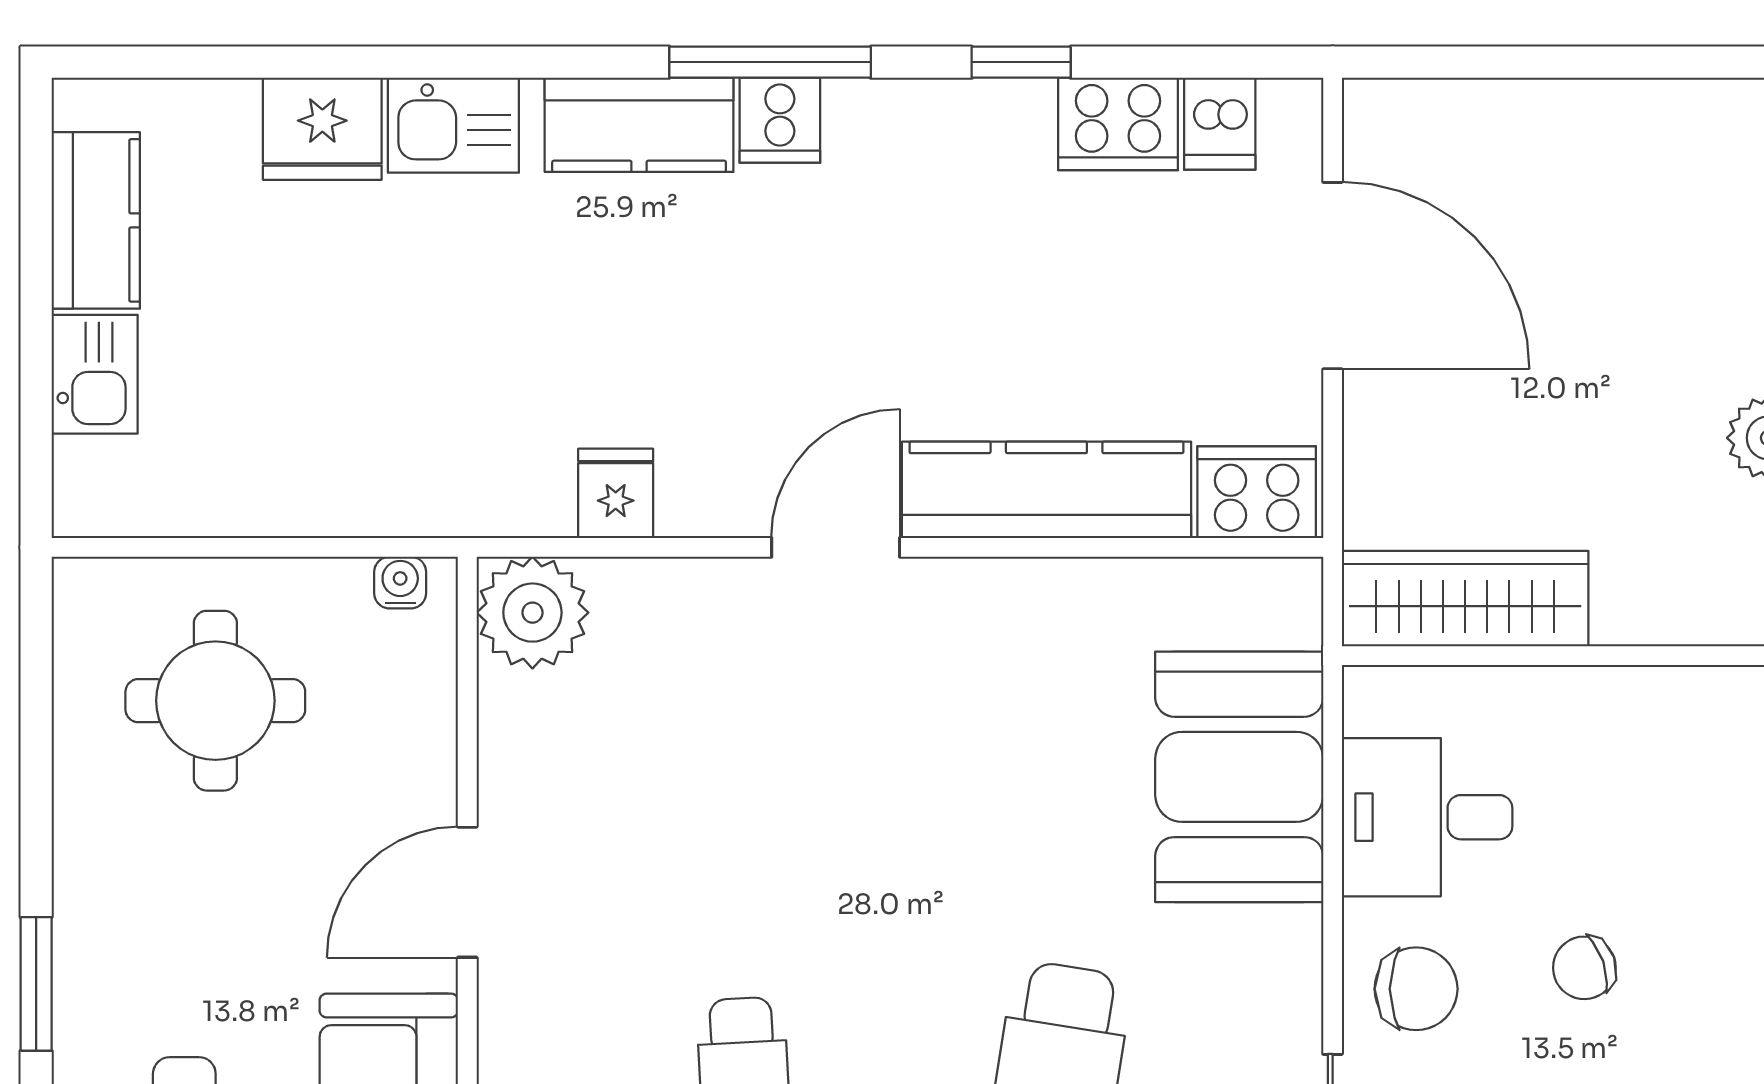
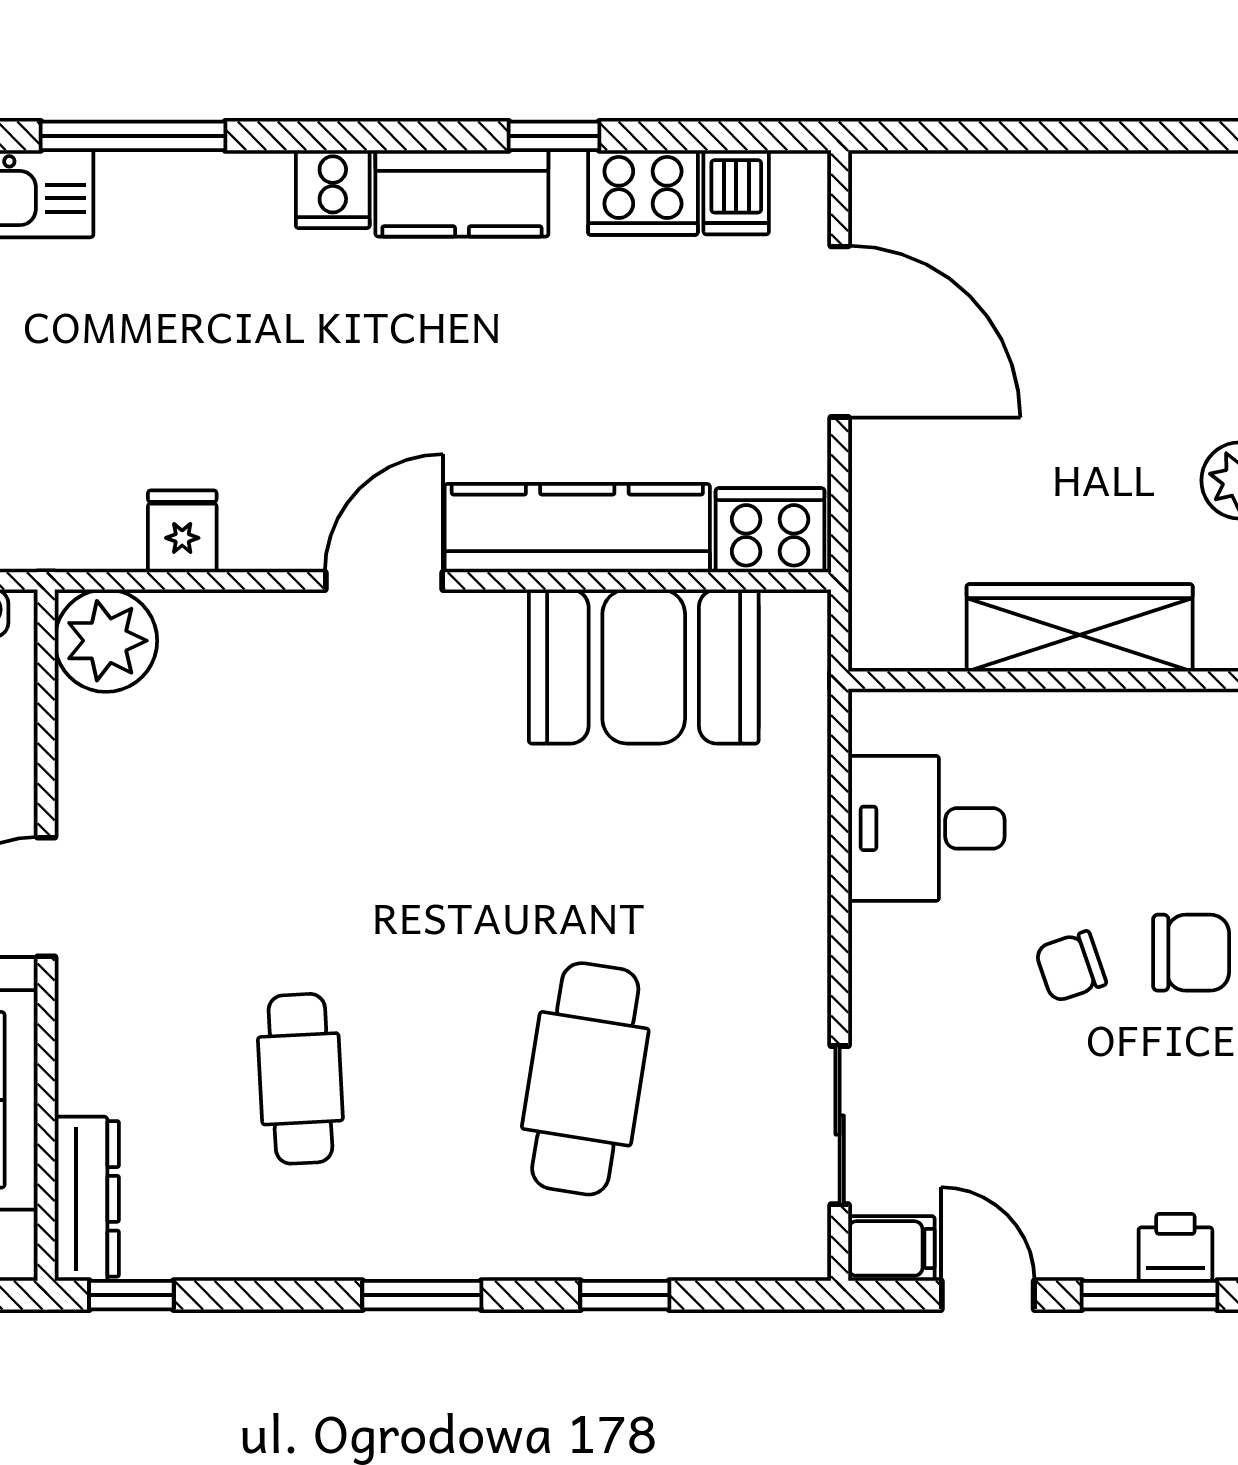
window: (770, 62) -> (133, 136), moved
kitchen counter: (639, 125) -> (462, 193), moved
wardrobe: (1465, 599) -> (1080, 628), moved
booth: (1239, 777) -> (644, 666), moved, turned 90
chair: (1416, 989) -> (1191, 953), moved

